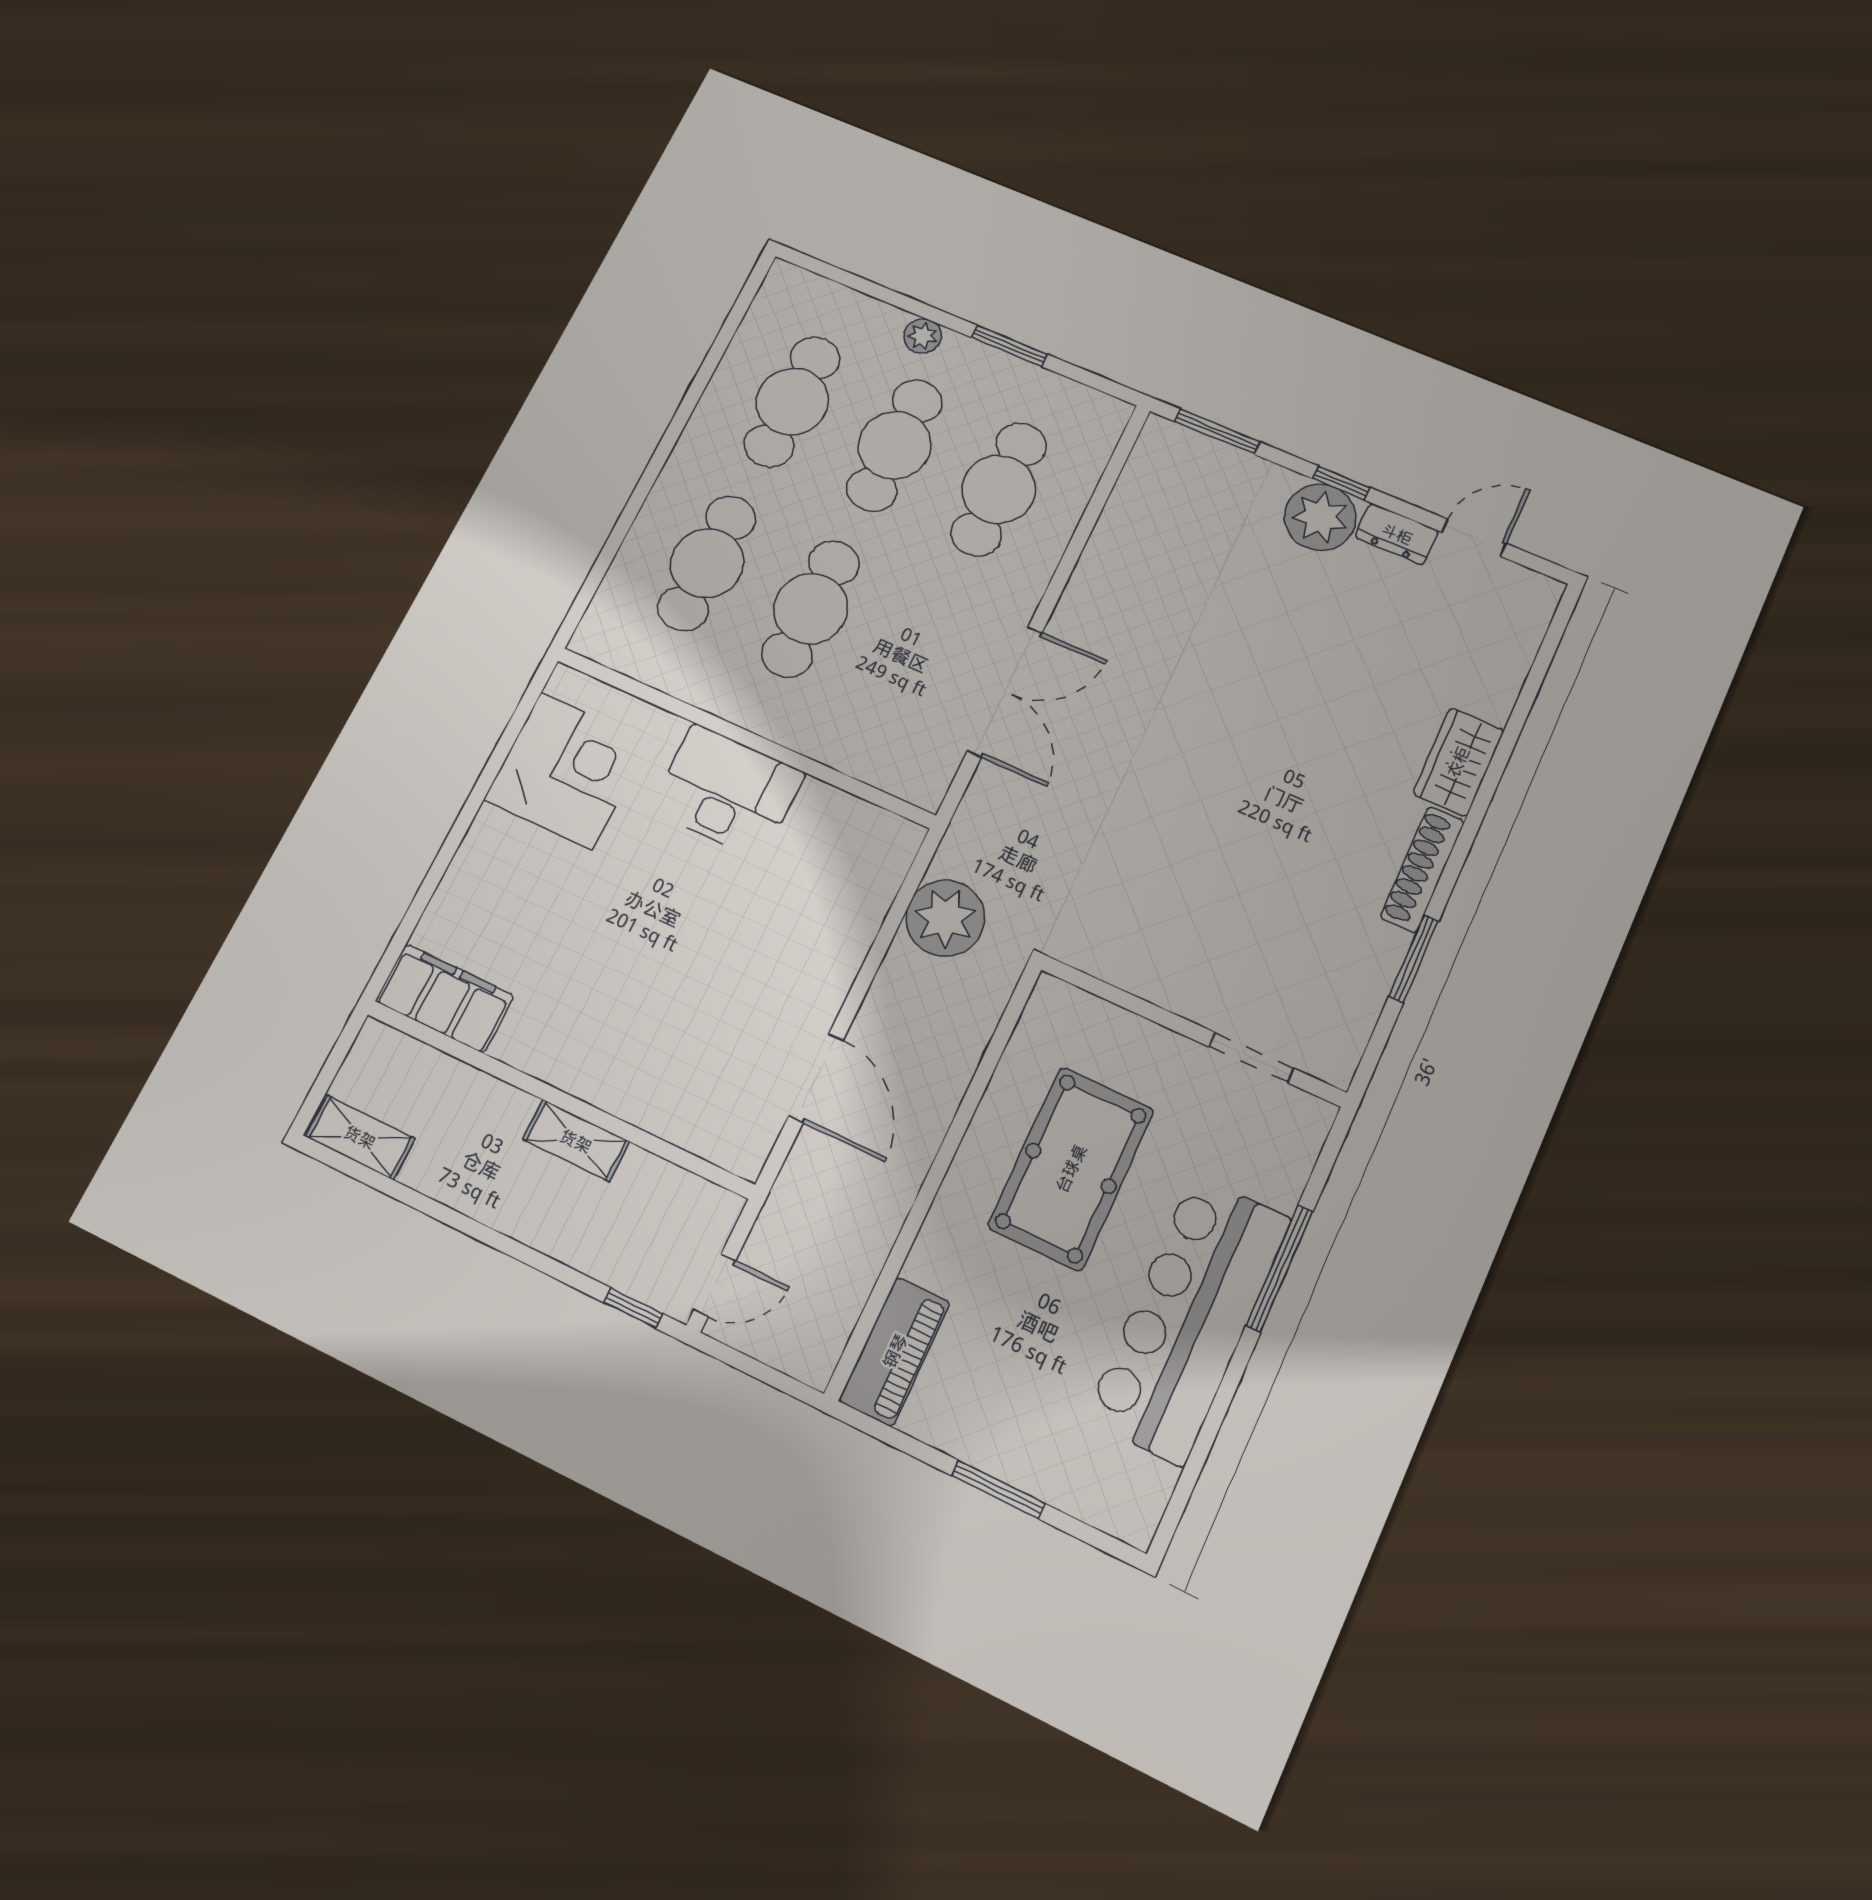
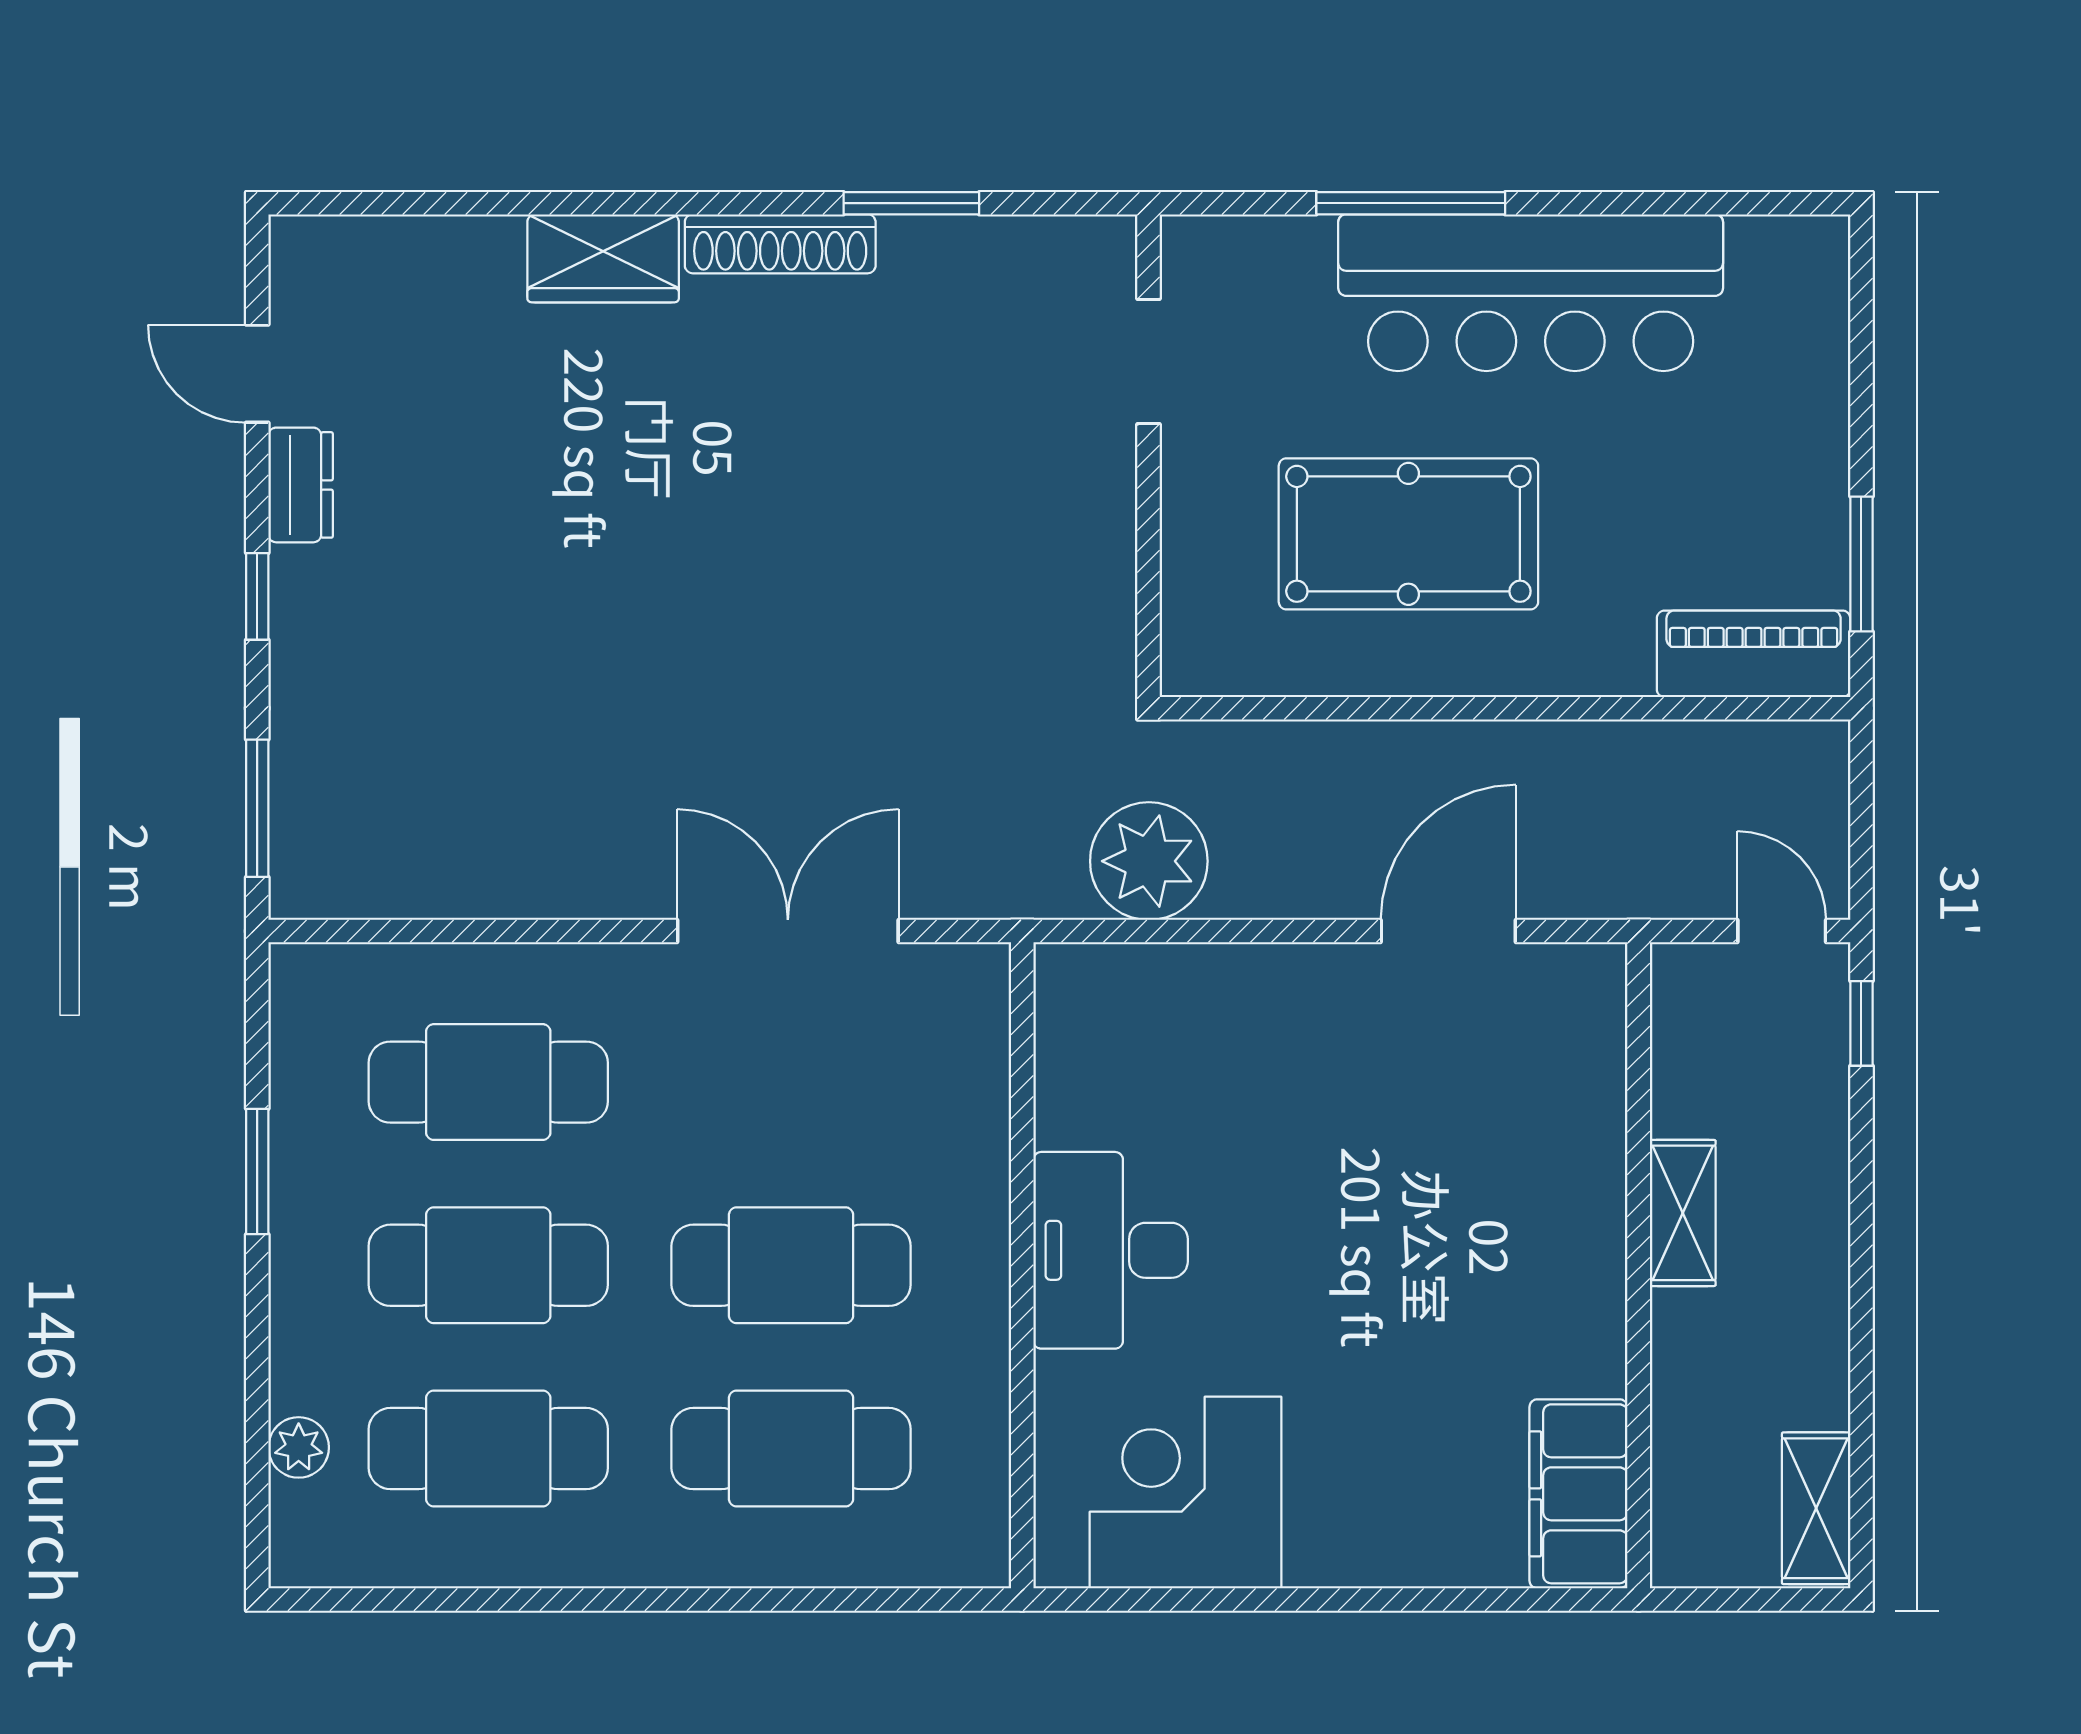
plant: (923, 336) -> (299, 1447), moved
plant: (1320, 517) -> (324, 604), removed
window: (998, 1490) -> (1861, 564), moved

